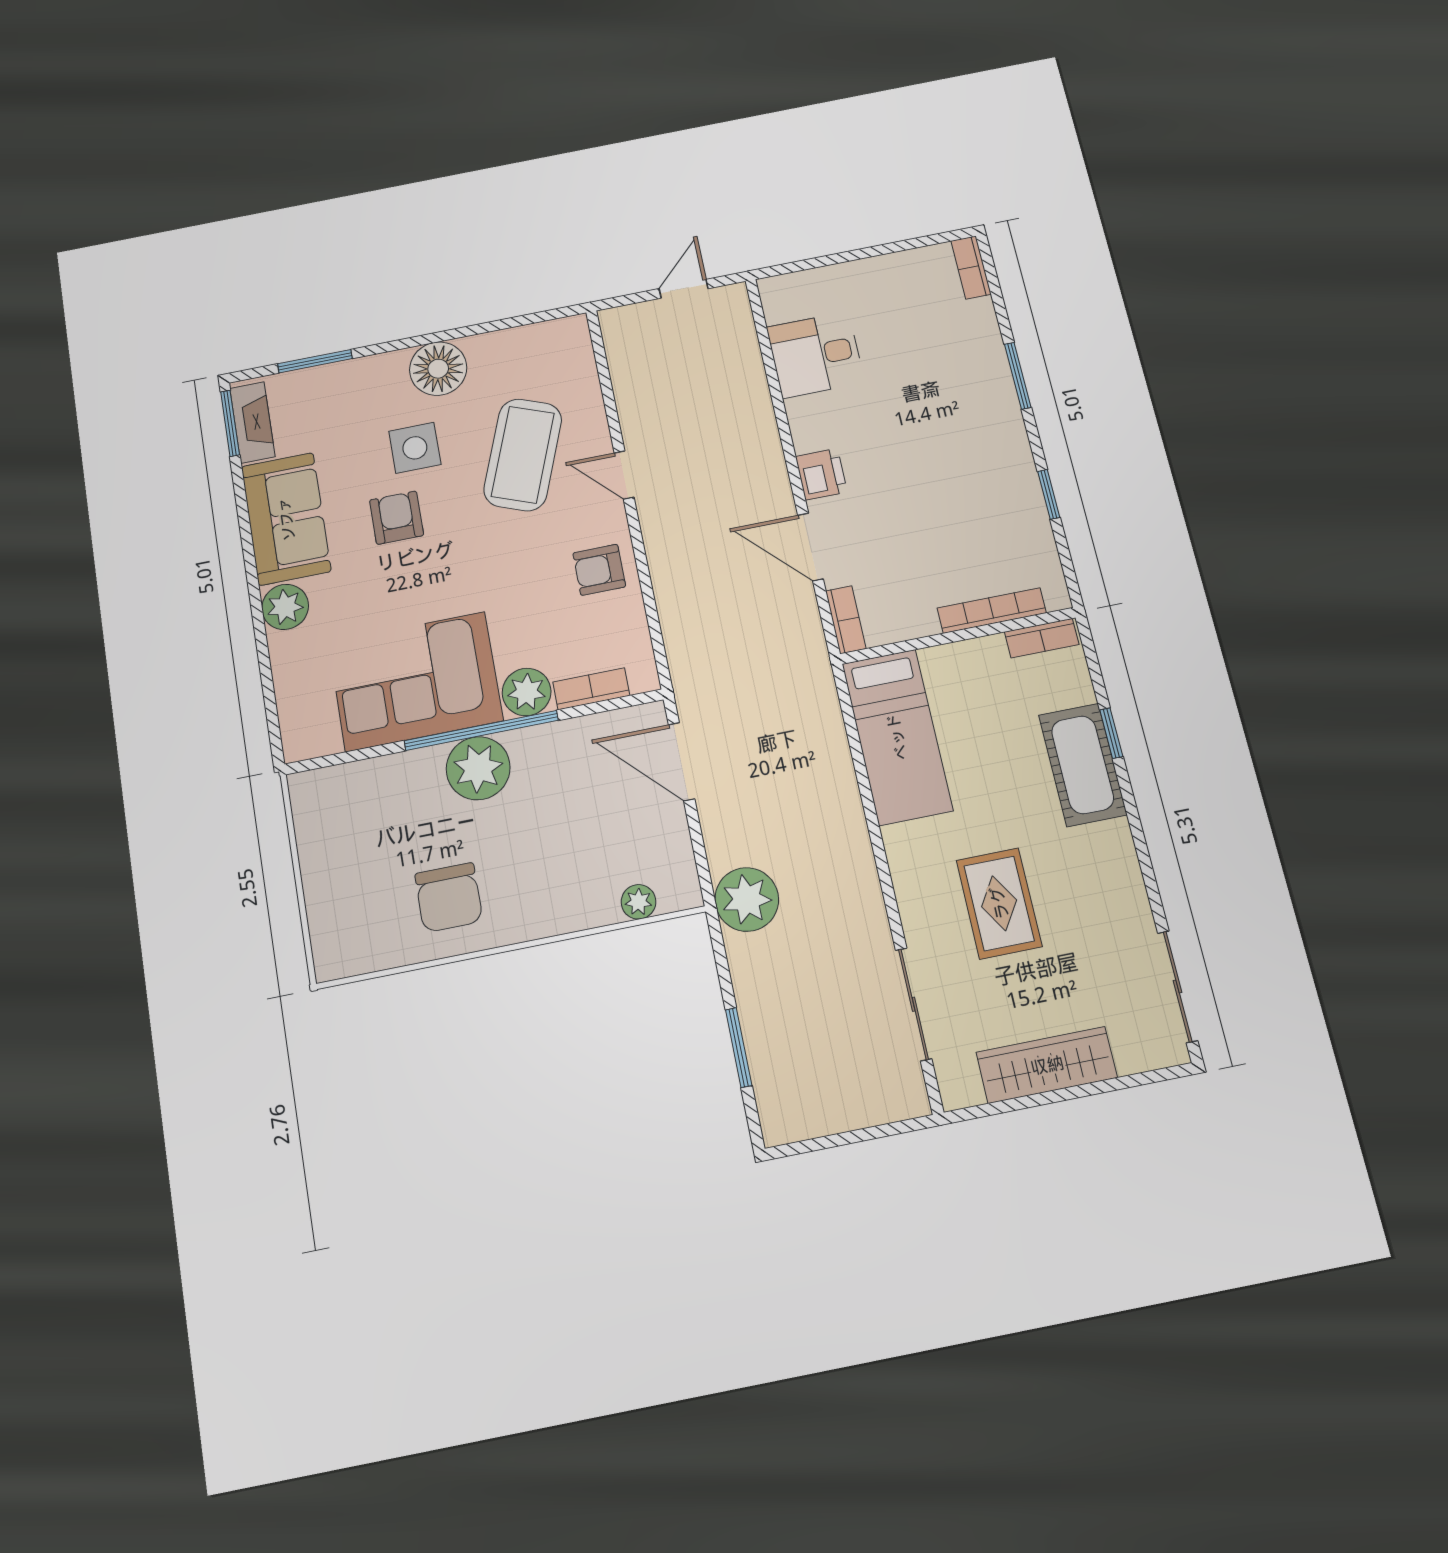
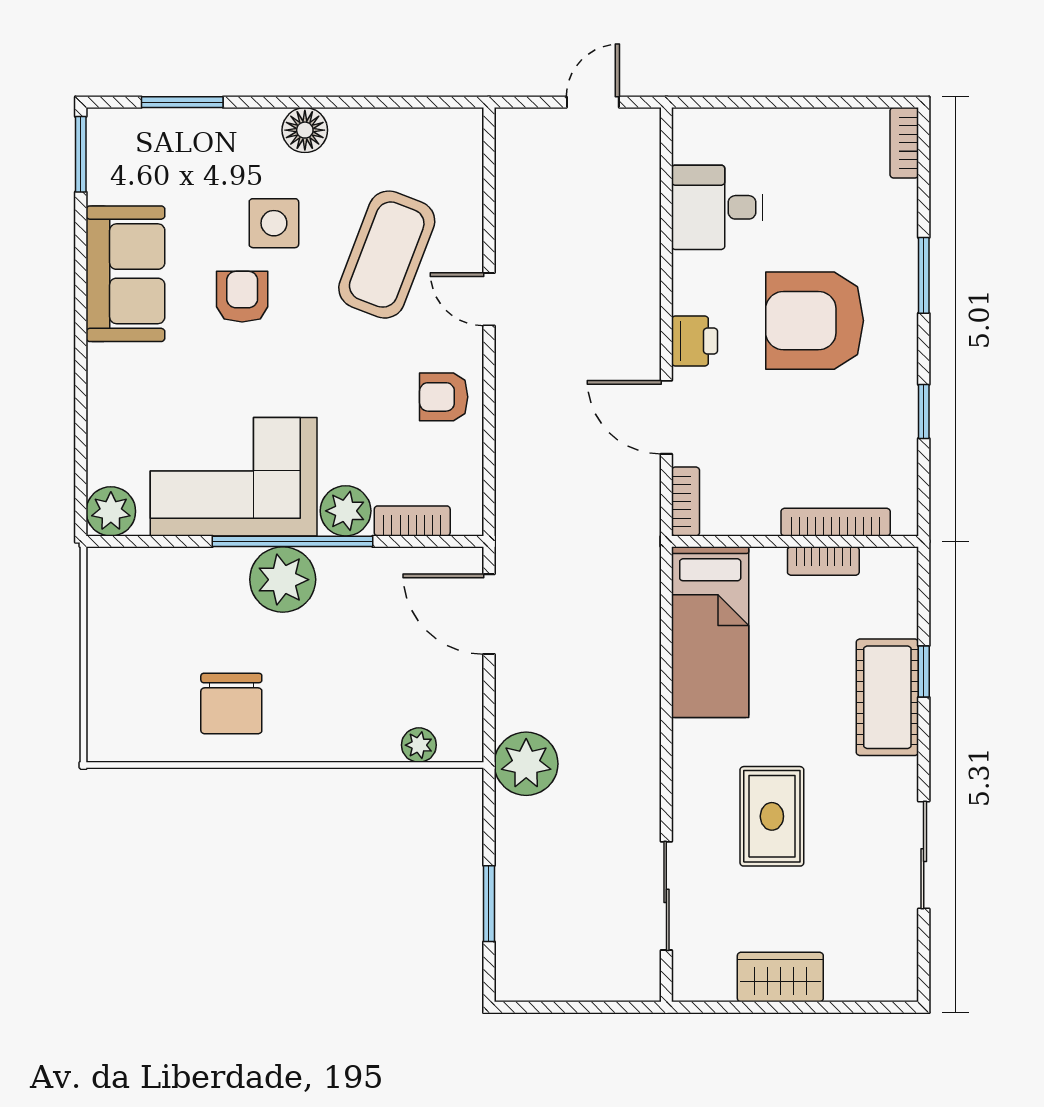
floor lamp: (438, 369) -> (305, 130), width x0.73, depth x0.73
fireplace: (252, 422) -> (105, 158), removed
armchair: (928, 435) -> (815, 321), added
plant: (285, 607) -> (111, 511), moved
bookcase: (1042, 638) -> (823, 561), moved
sliding door: (1178, 987) -> (924, 855), moved
wardrobe: (1047, 1065) -> (780, 977), width x0.67

